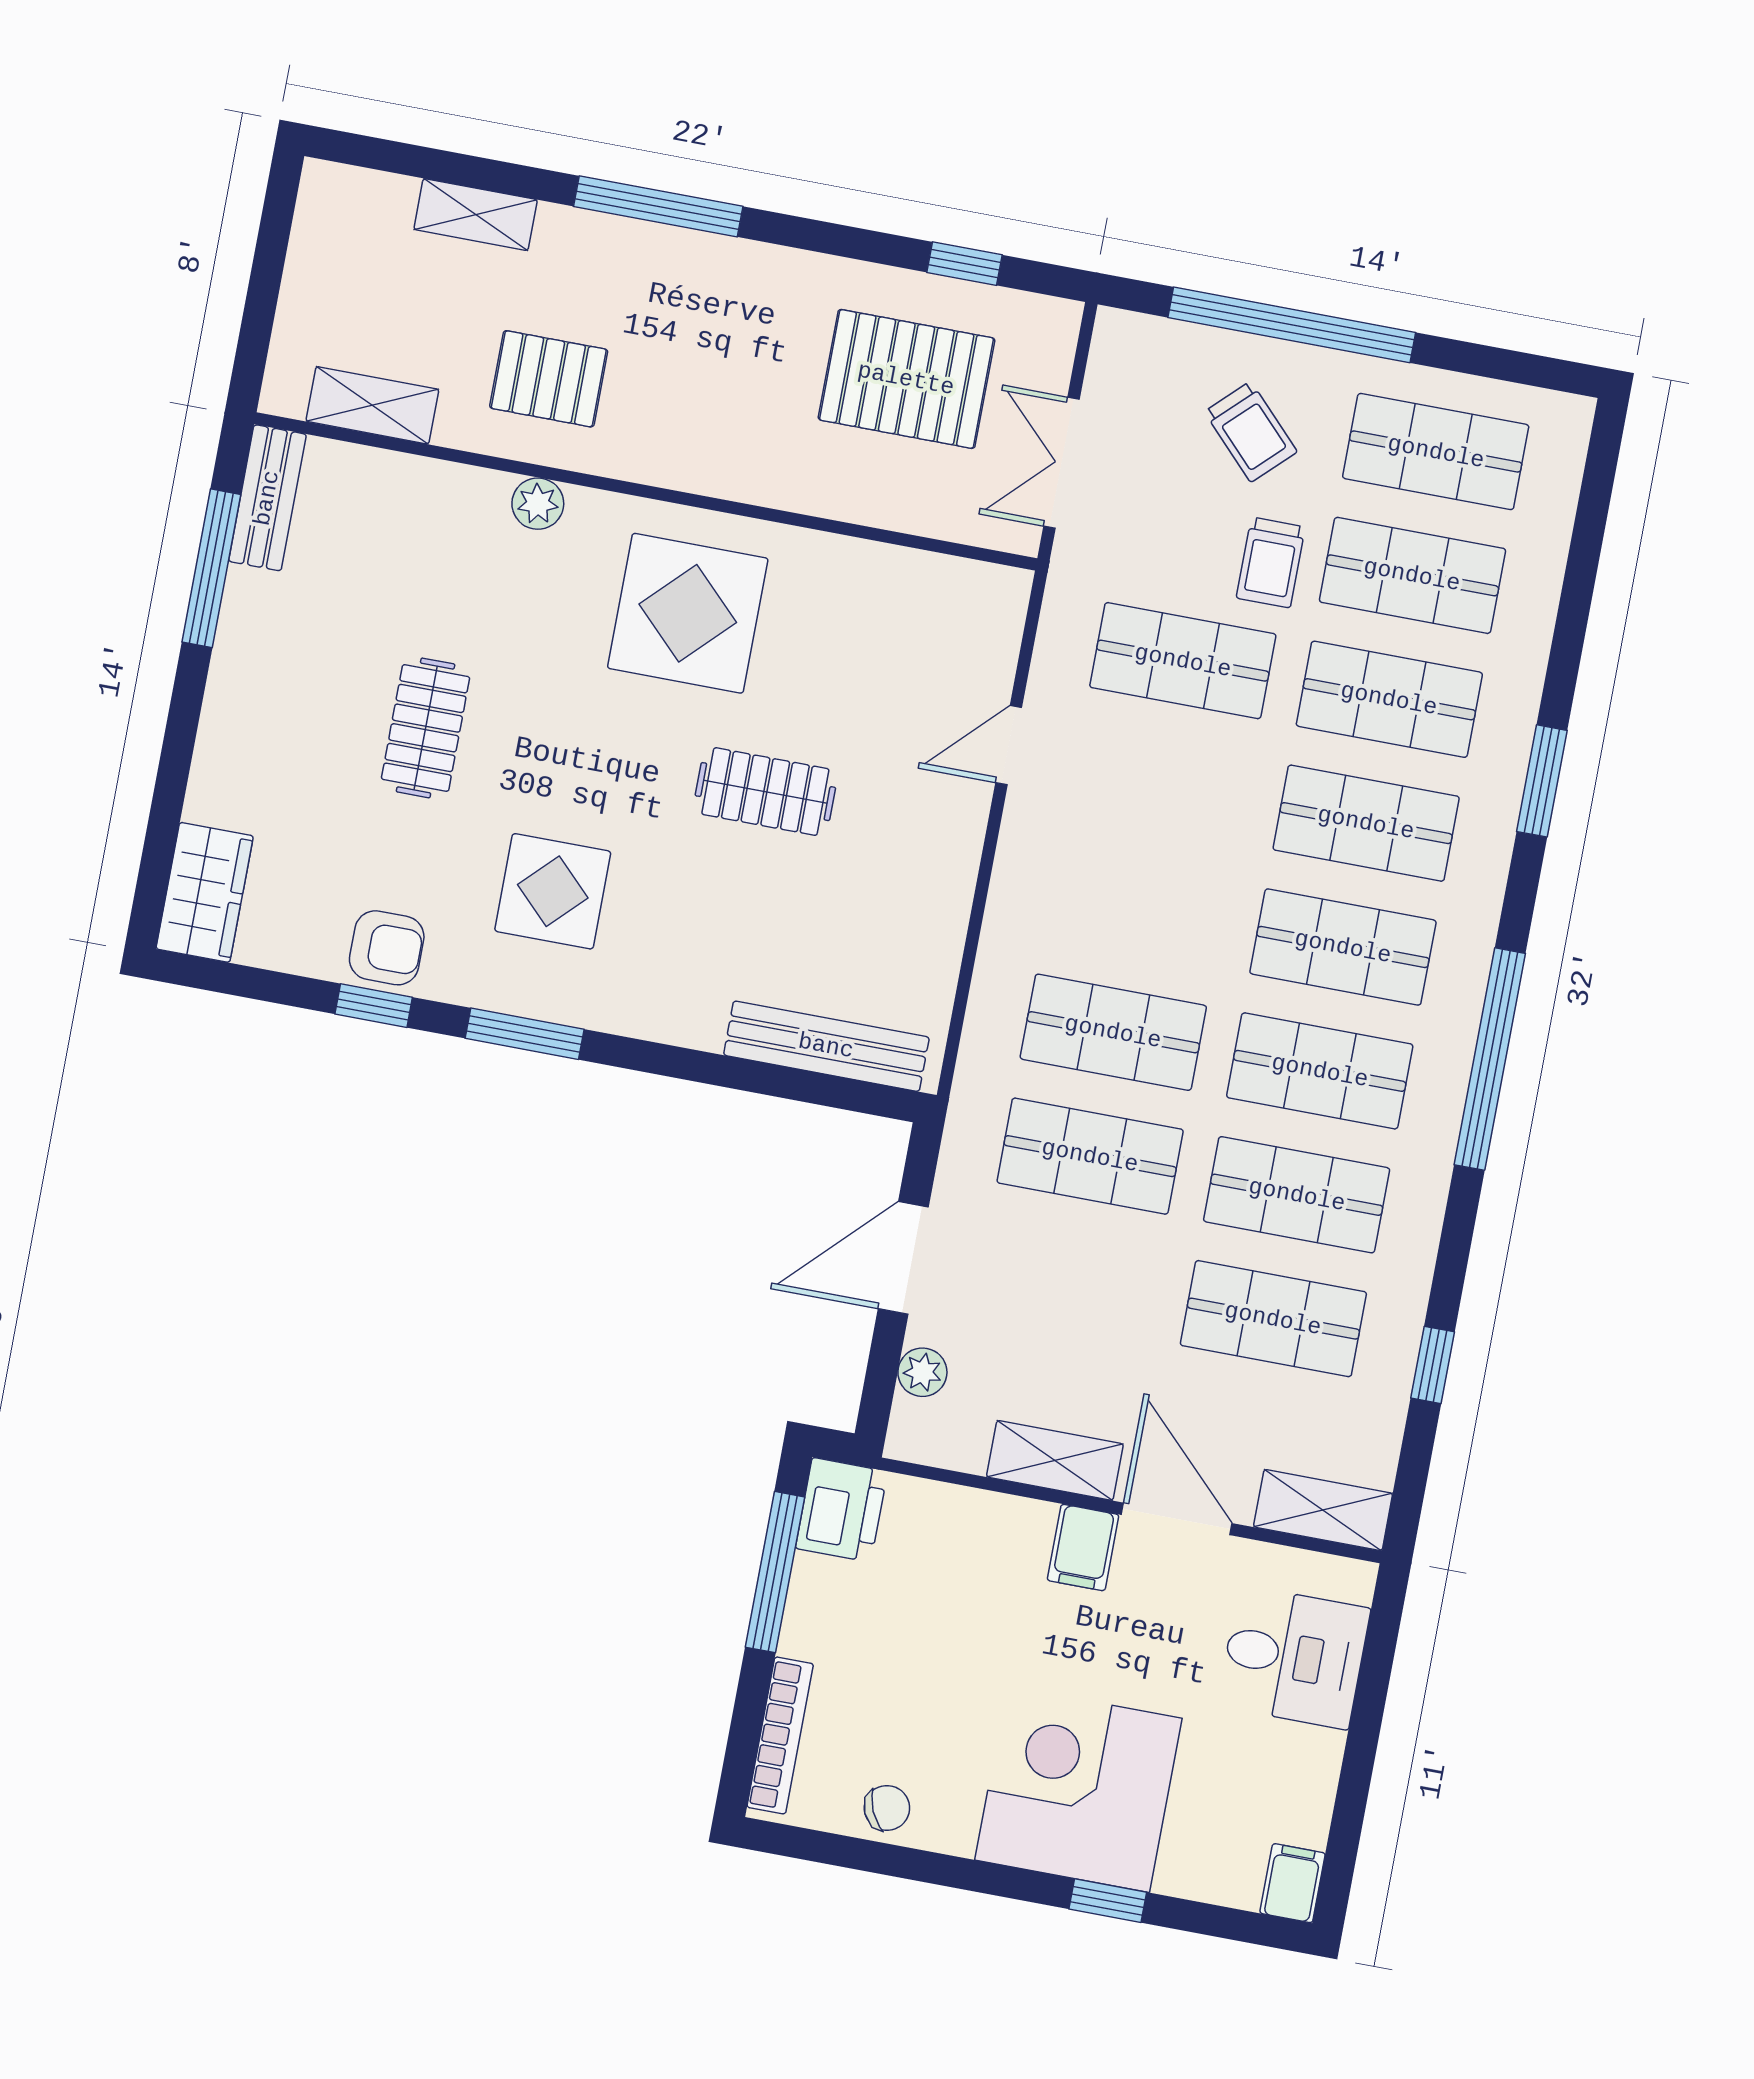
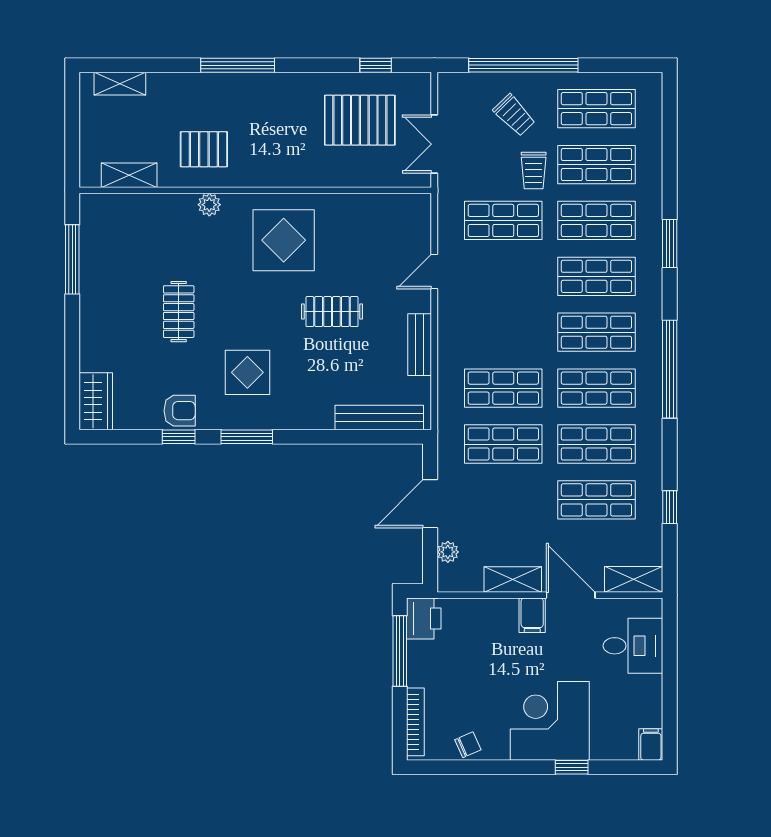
shelving: (476, 215) -> (120, 84), moved
bench: (267, 498) -> (420, 345), moved

